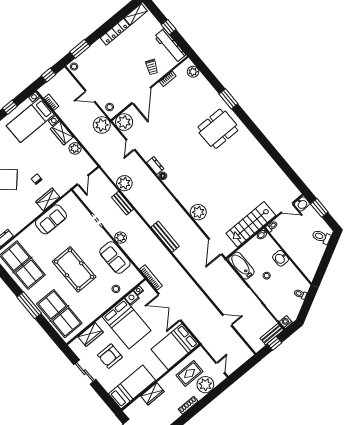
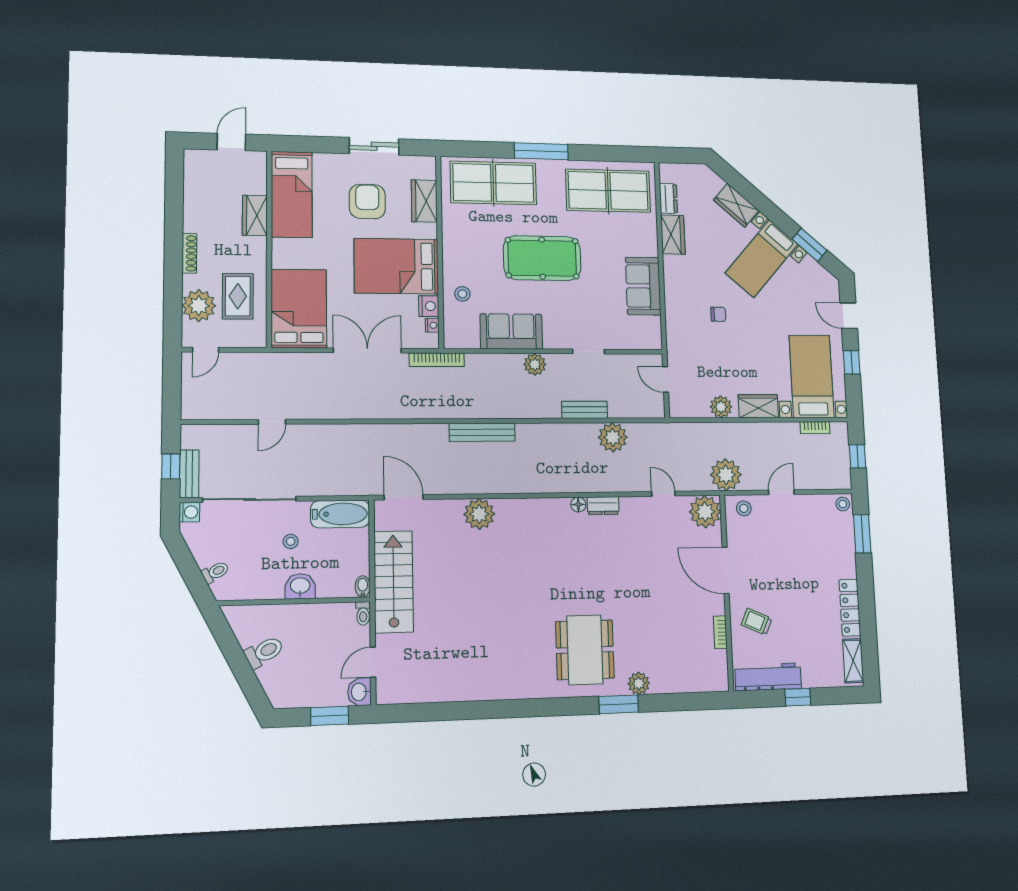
plant: (193, 72) -> (639, 683), moved
wardrobe: (48, 200) -> (673, 235), moved
toilet: (321, 237) -> (264, 652), moved
door: (220, 368) -> (206, 350), hinge flipped

